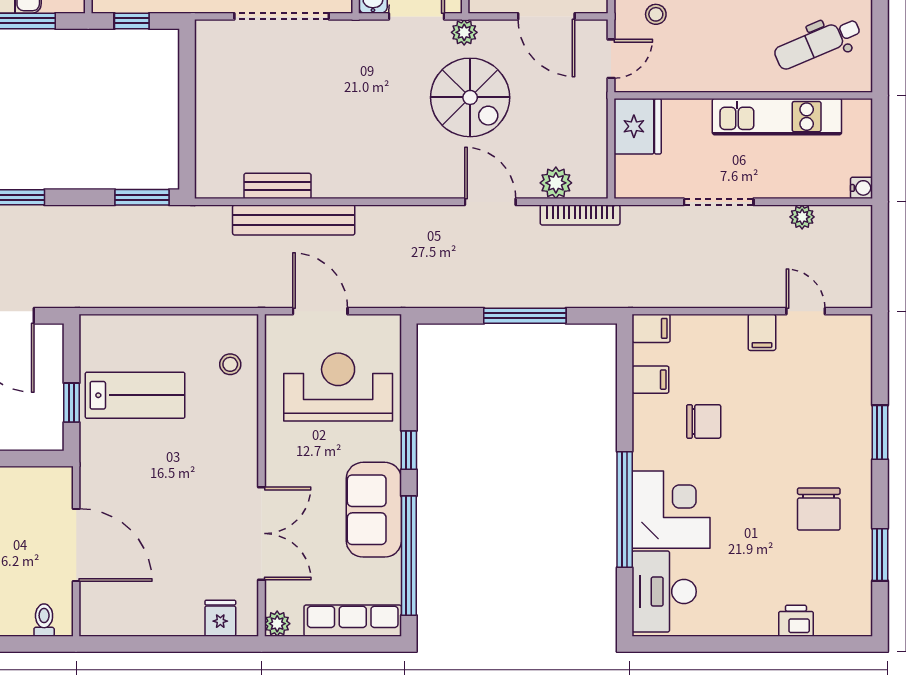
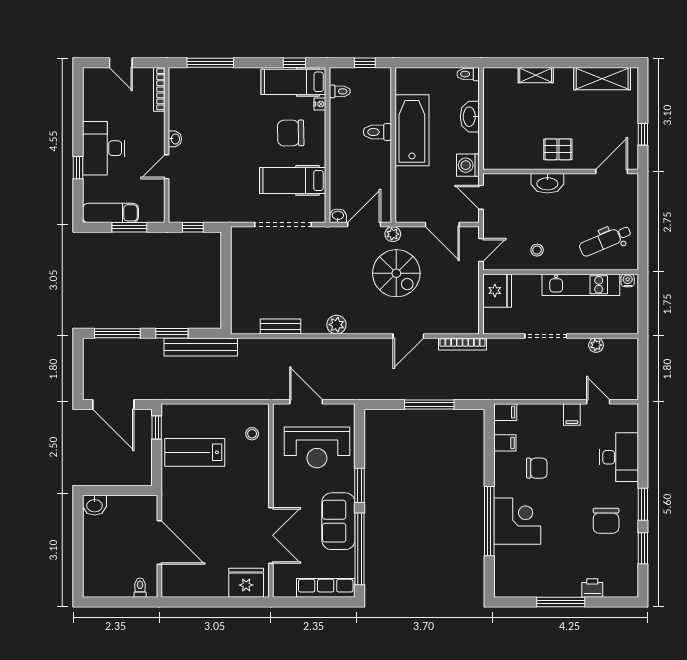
stool: (656, 14) -> (537, 250), moved
plant: (556, 183) -> (336, 325), moved
water cooler: (862, 188) -> (628, 280), moved, turned -90
window: (142, 197) -> (172, 333), moved
door: (490, 202) -> (408, 336), swing flipped
bench: (294, 220) -> (201, 347), moved
reception desk: (338, 387) -> (317, 447), turned 180
lab bench: (135, 395) -> (195, 452), turned 180
window: (72, 403) -> (157, 428), moved
window: (880, 432) -> (643, 504), moved
window: (409, 450) -> (360, 485), width x1.50
desk: (664, 592) -> (619, 457), moved, turned 180
fridge: (220, 618) -> (246, 583), width x1.88, depth x1.34
plant: (277, 624) -> (280, 590), removed
window: (743, 644) -> (561, 602), added

